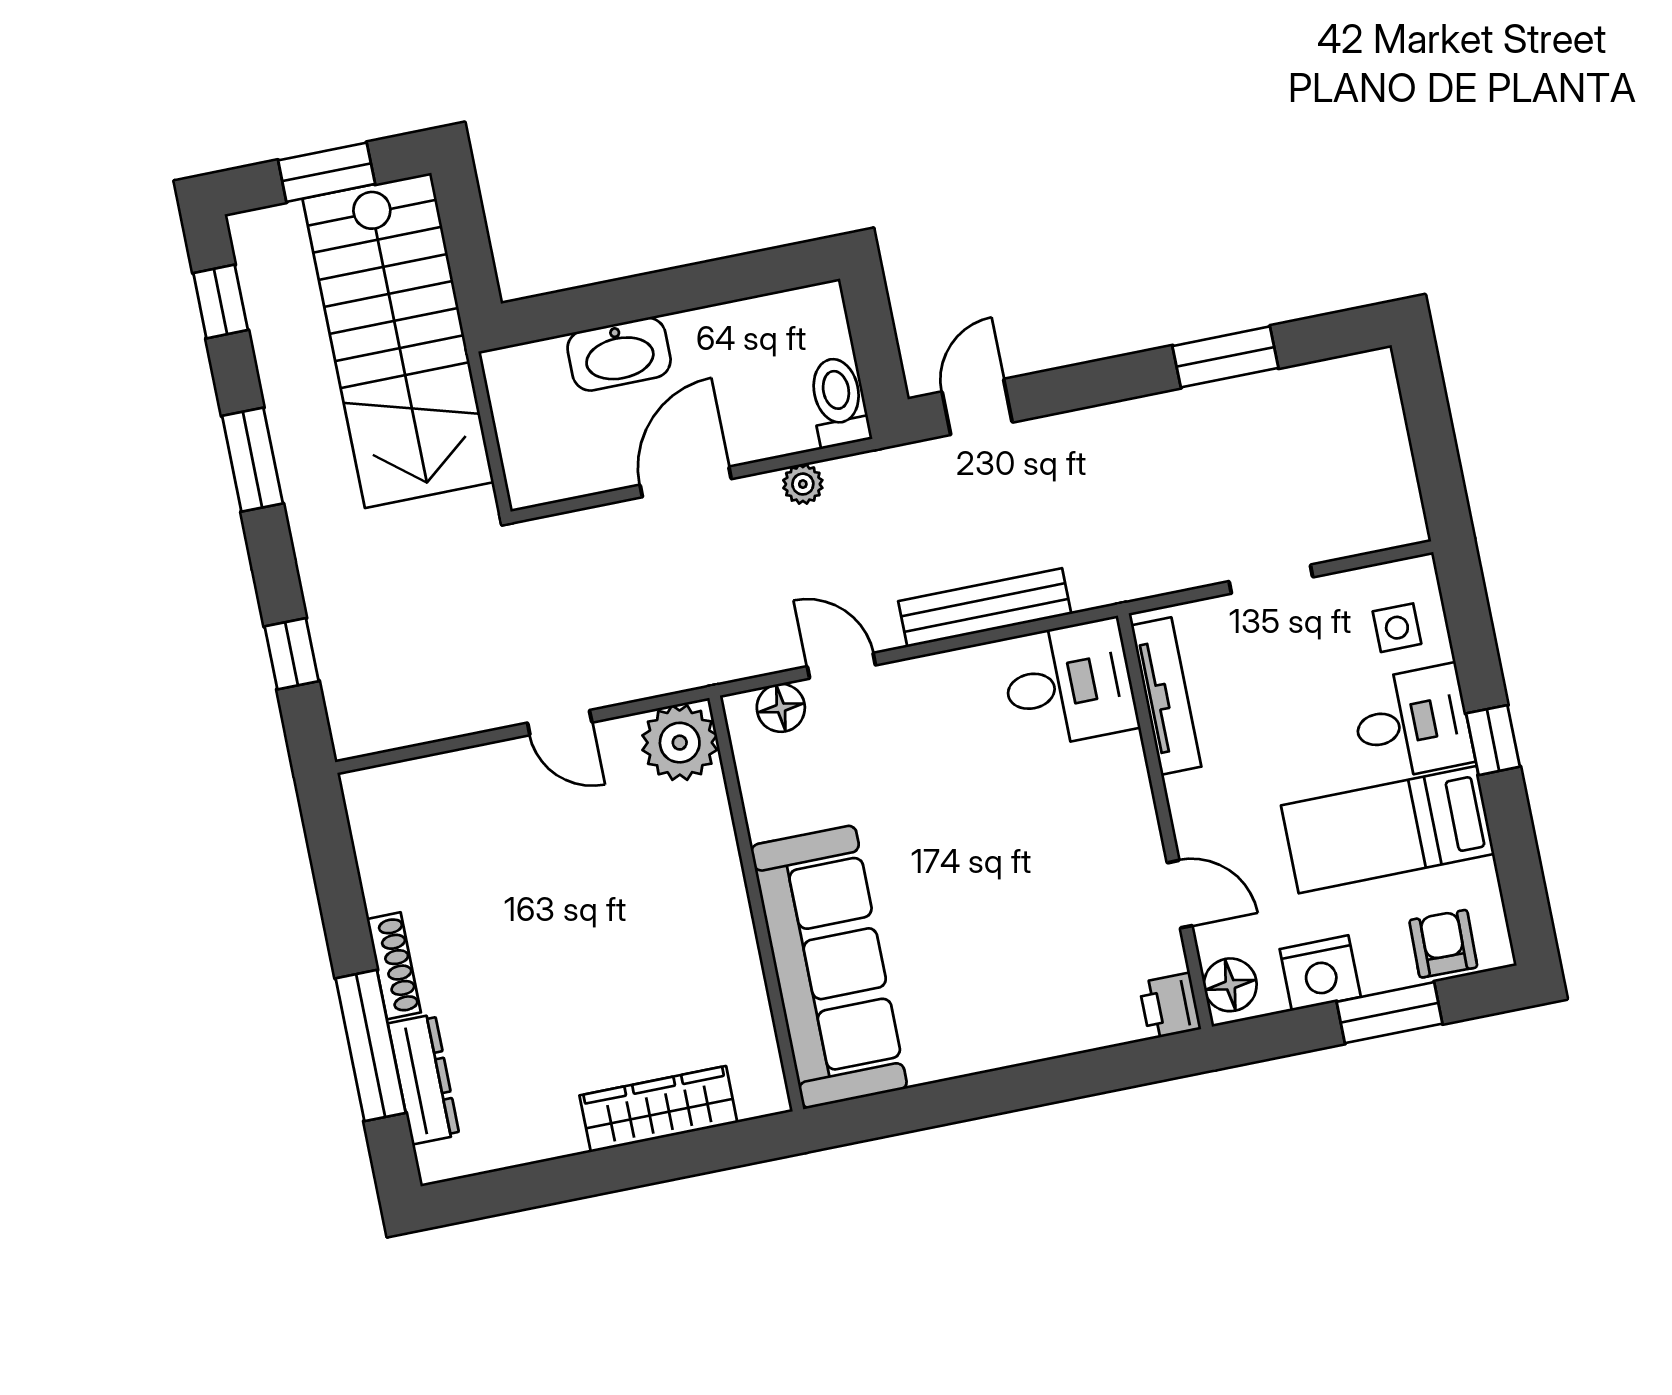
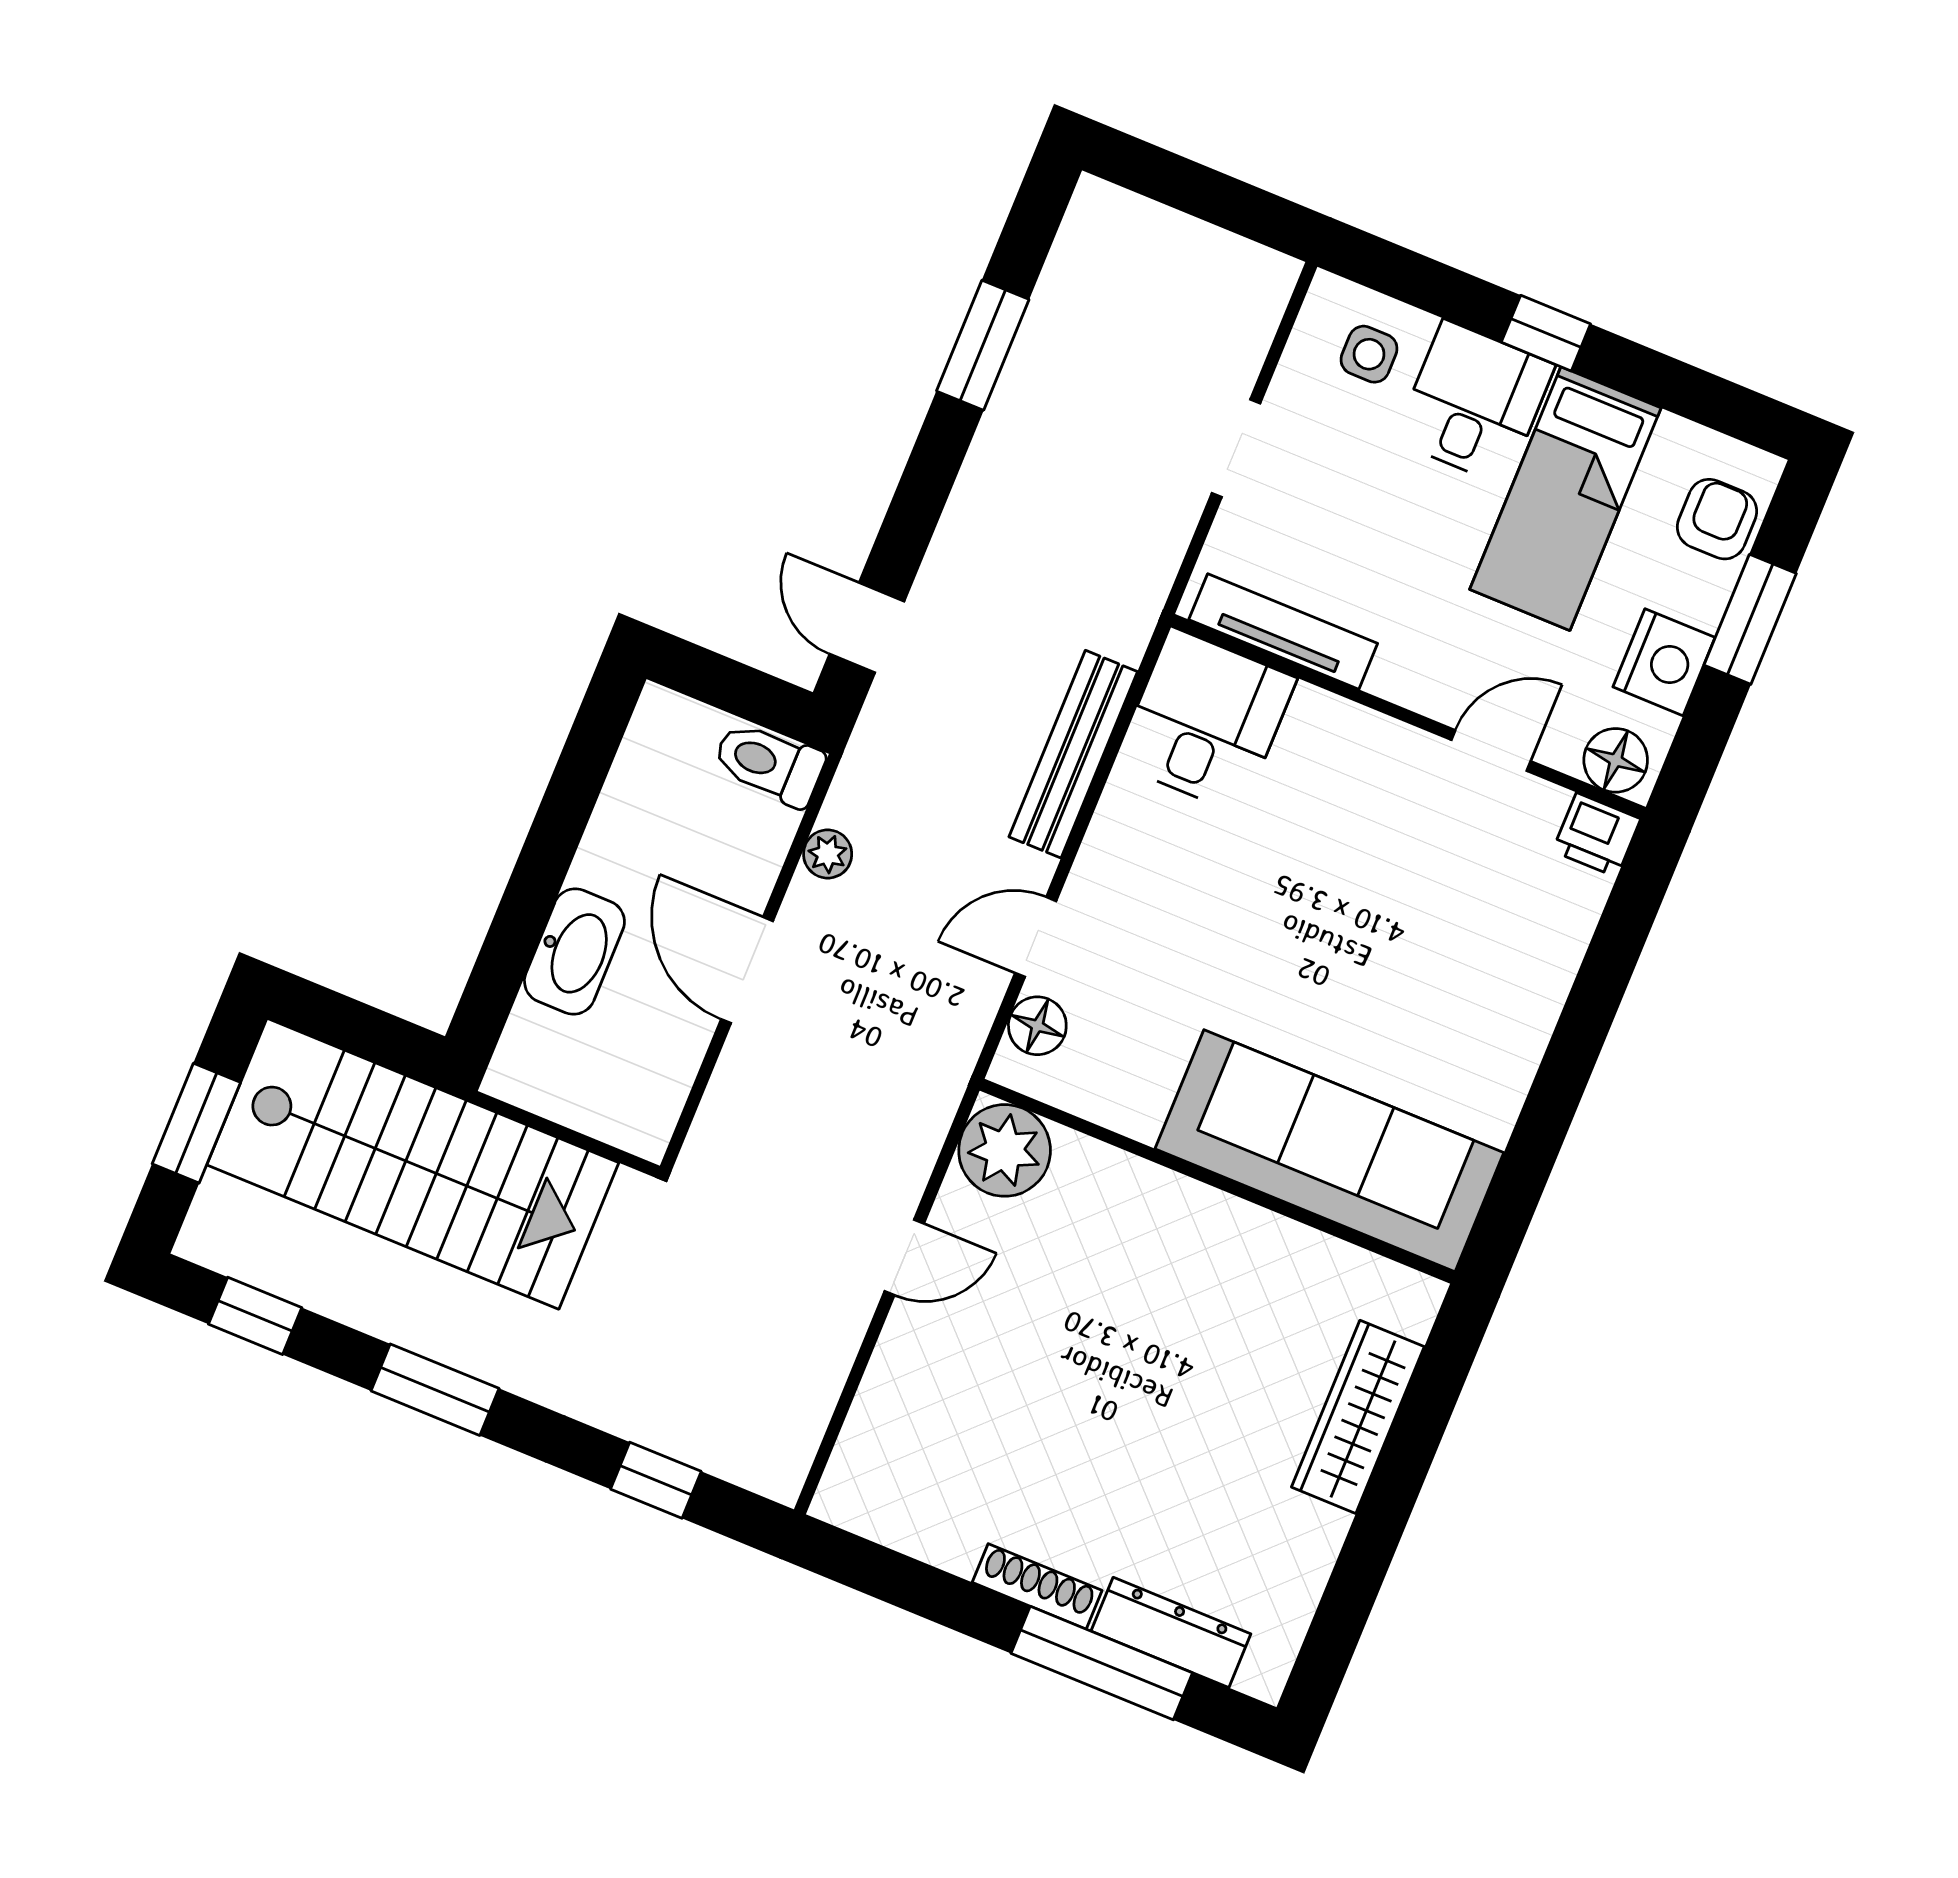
armchair: (1443, 944) -> (1717, 519), turned 89

